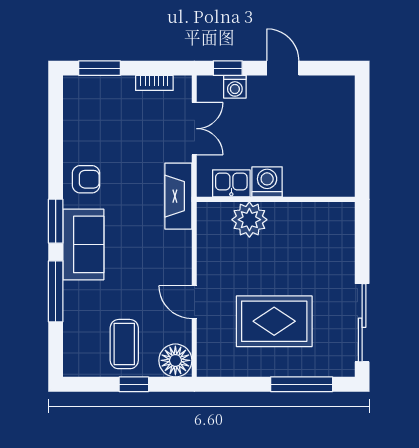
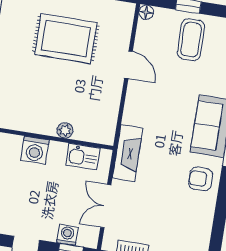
washing machine: (267, 182) -> (35, 150), moved
plant: (249, 220) -> (65, 130), width x0.53, depth x0.53
floor lamp: (175, 360) -> (146, 12), width x0.53, depth x0.53

